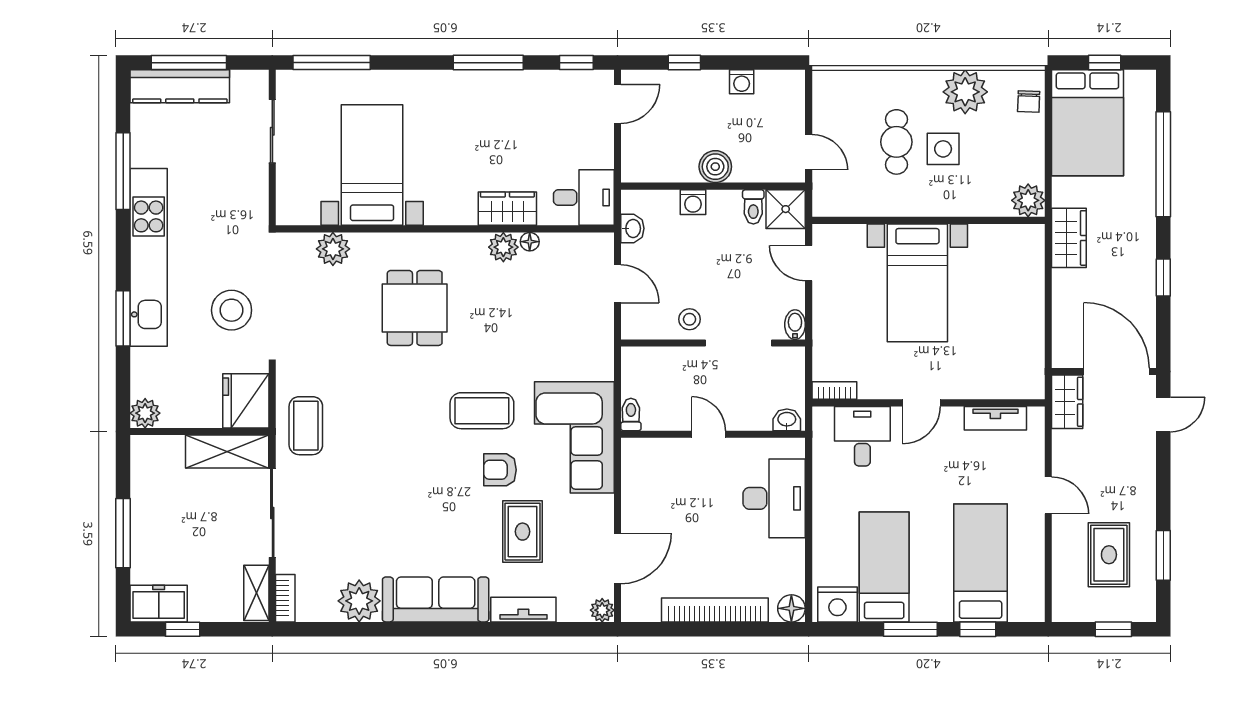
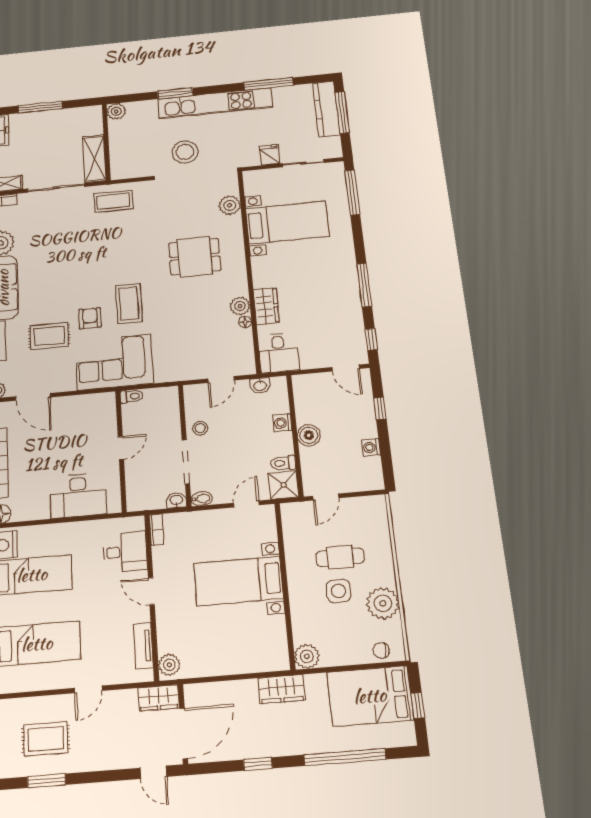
plant: (1024, 385) -> (169, 665), added
fridge: (246, 401) -> (270, 155), moved, width x0.53, depth x0.75
washbasin: (787, 420) -> (176, 500), moved, turned -90

